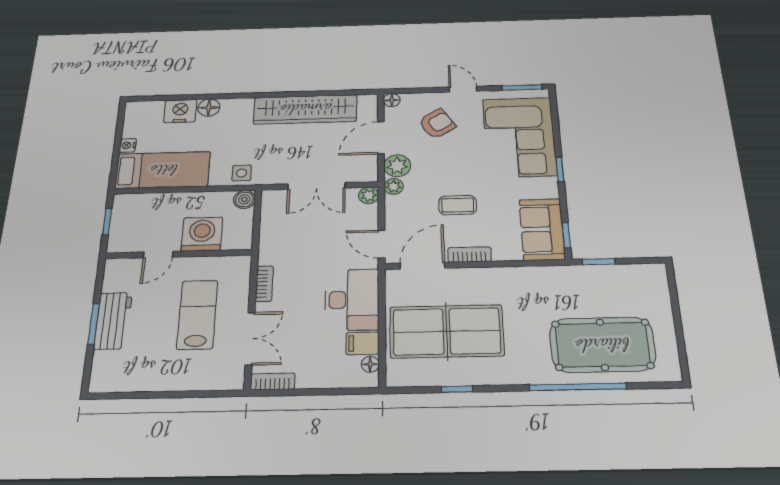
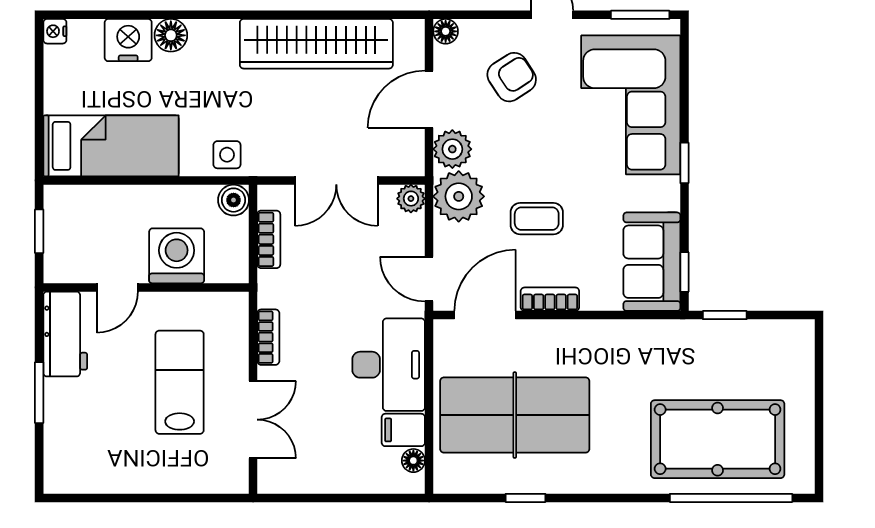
nightstand: (128, 145) -> (55, 31), moved
plant: (394, 186) -> (459, 196), width x1.87, depth x1.87
workbench: (113, 321) -> (65, 334), moved
bookcase: (273, 382) -> (269, 239), moved, turned 90
window: (578, 387) -> (731, 498), moved

